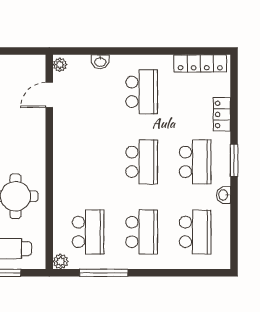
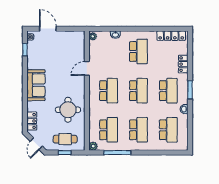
door: (49, 95) -> (87, 68), moved
school desk: (88, 162) -> (109, 91), added

